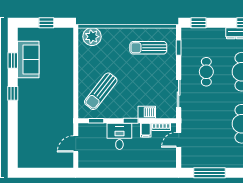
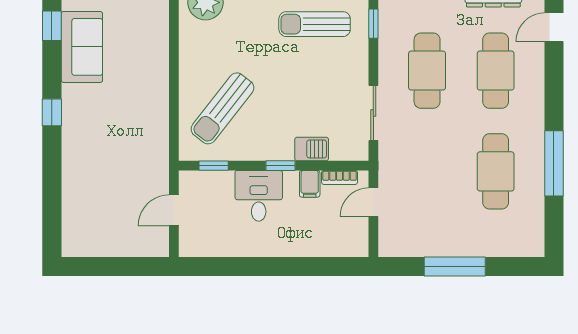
window: (13, 61) -> (52, 26), moved
cafe table: (206, 72) -> (427, 71), width x1.37, depth x1.35
window: (209, 173) -> (455, 266), moved

